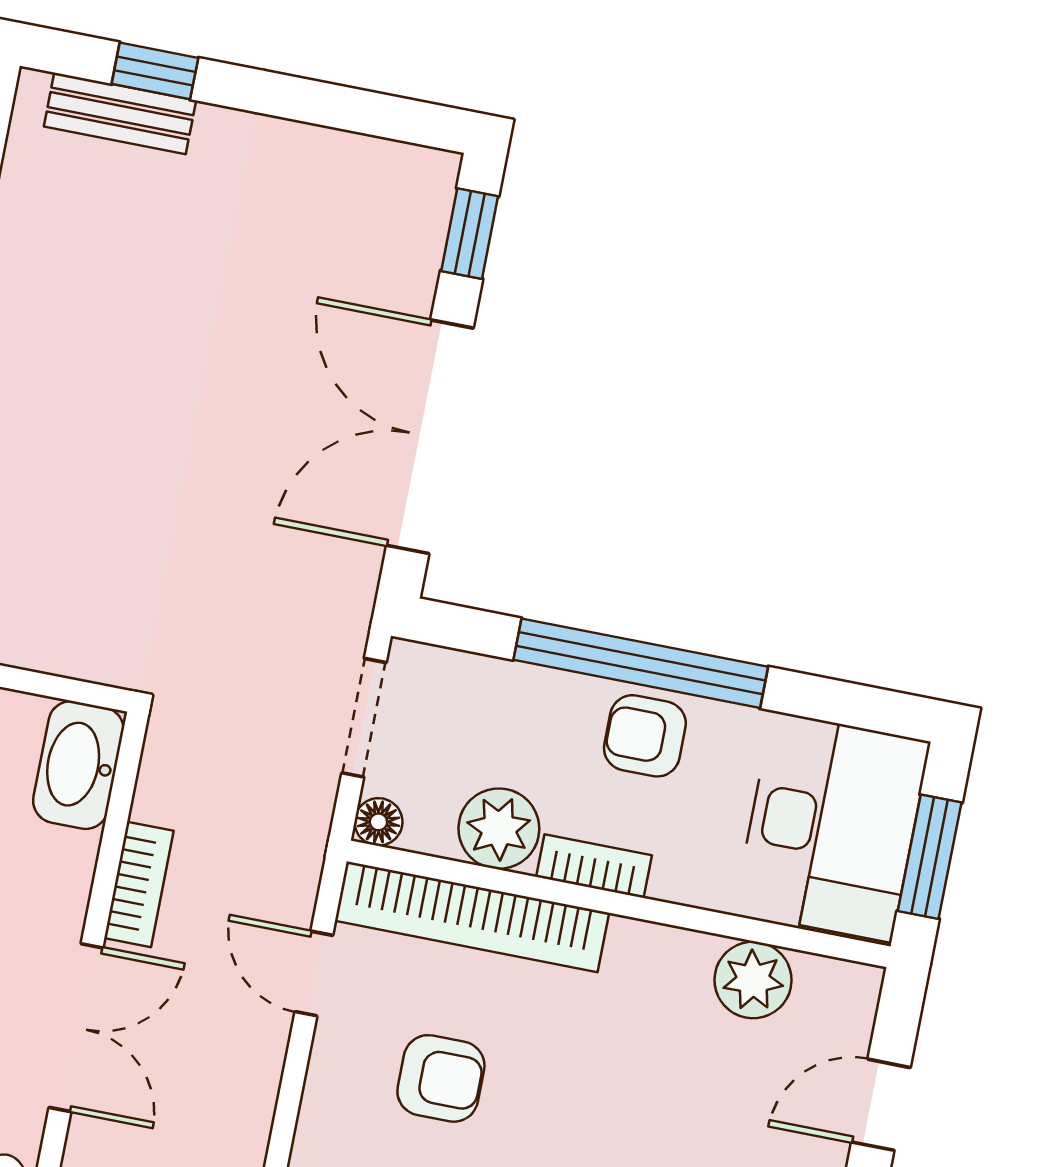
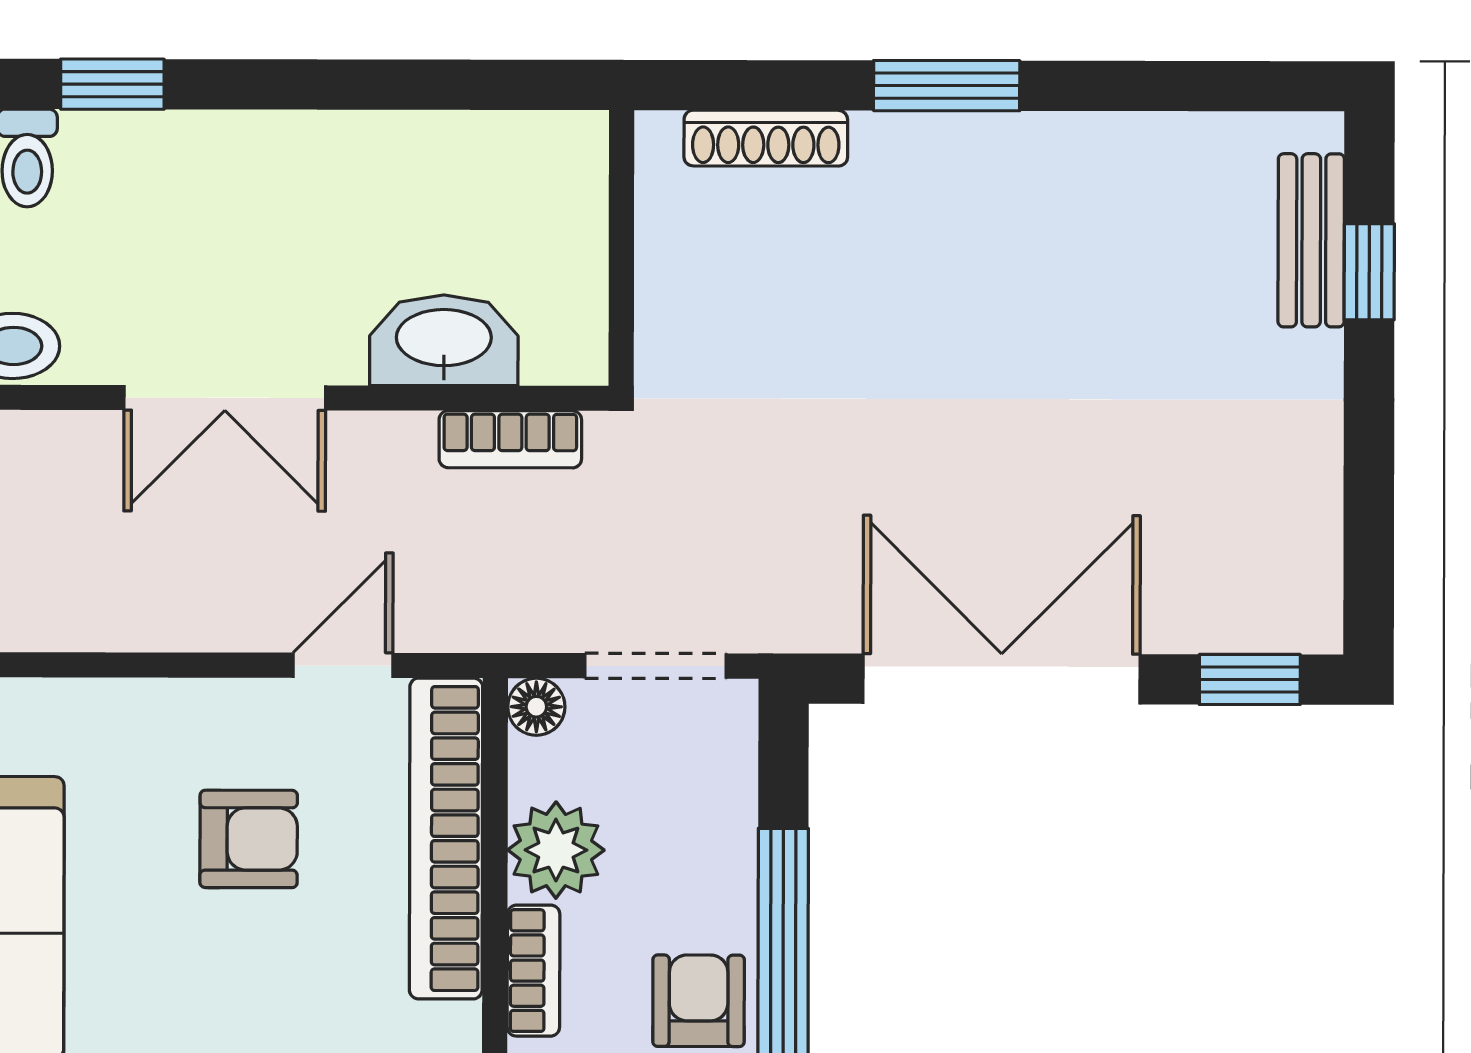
washbasin: (78, 765) -> (444, 340), moved
bookcase: (139, 884) -> (510, 439), moved
armchair: (441, 1078) -> (249, 839), turned -90

